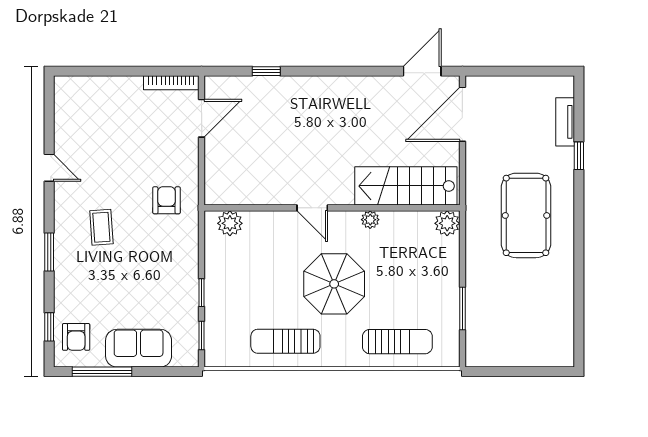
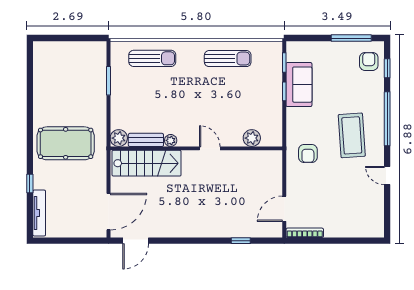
tv unit: (565, 122) -> (39, 213), width x1.41
pool table: (526, 215) -> (66, 143), turned 90
bench: (407, 221) -> (146, 140), added
plant: (230, 223) -> (252, 138), moved
coffee table: (101, 227) -> (352, 135), width x1.86, depth x1.72
window: (49, 252) -> (387, 119), width x2.11
parasol: (334, 284) -> (195, 97), removed
sun lounger: (397, 342) -> (152, 58), turned 180
sofa: (139, 348) -> (299, 85), moved, turned -90

